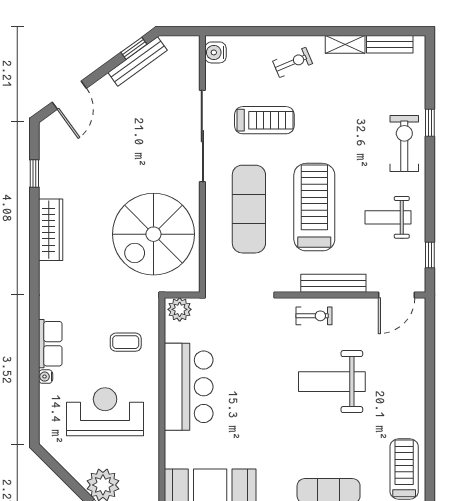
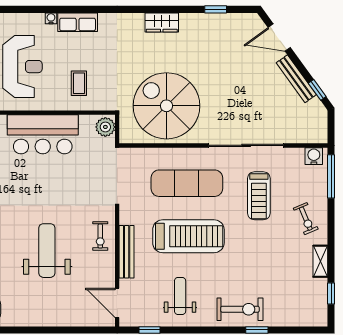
window: (240, 31) -> (331, 176), added
window: (385, 31) -> (331, 294), added
bench: (390, 44) -> (320, 297), removed
bench: (138, 61) -> (296, 79), moved
wardrobe: (51, 230) -> (162, 22), width x0.67

